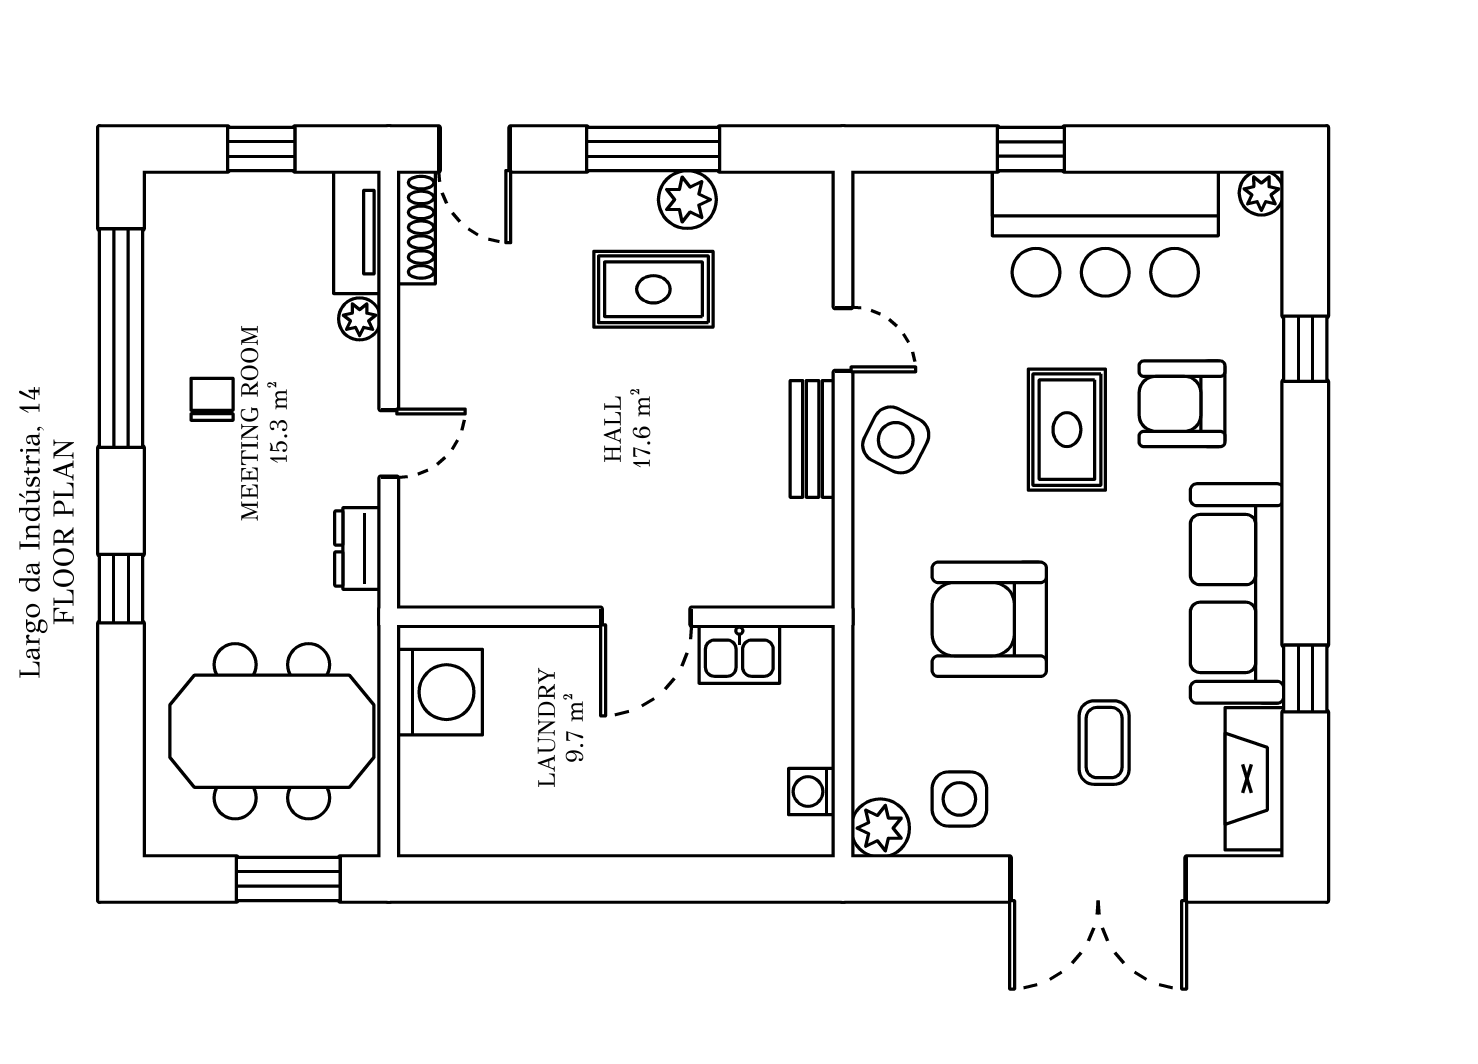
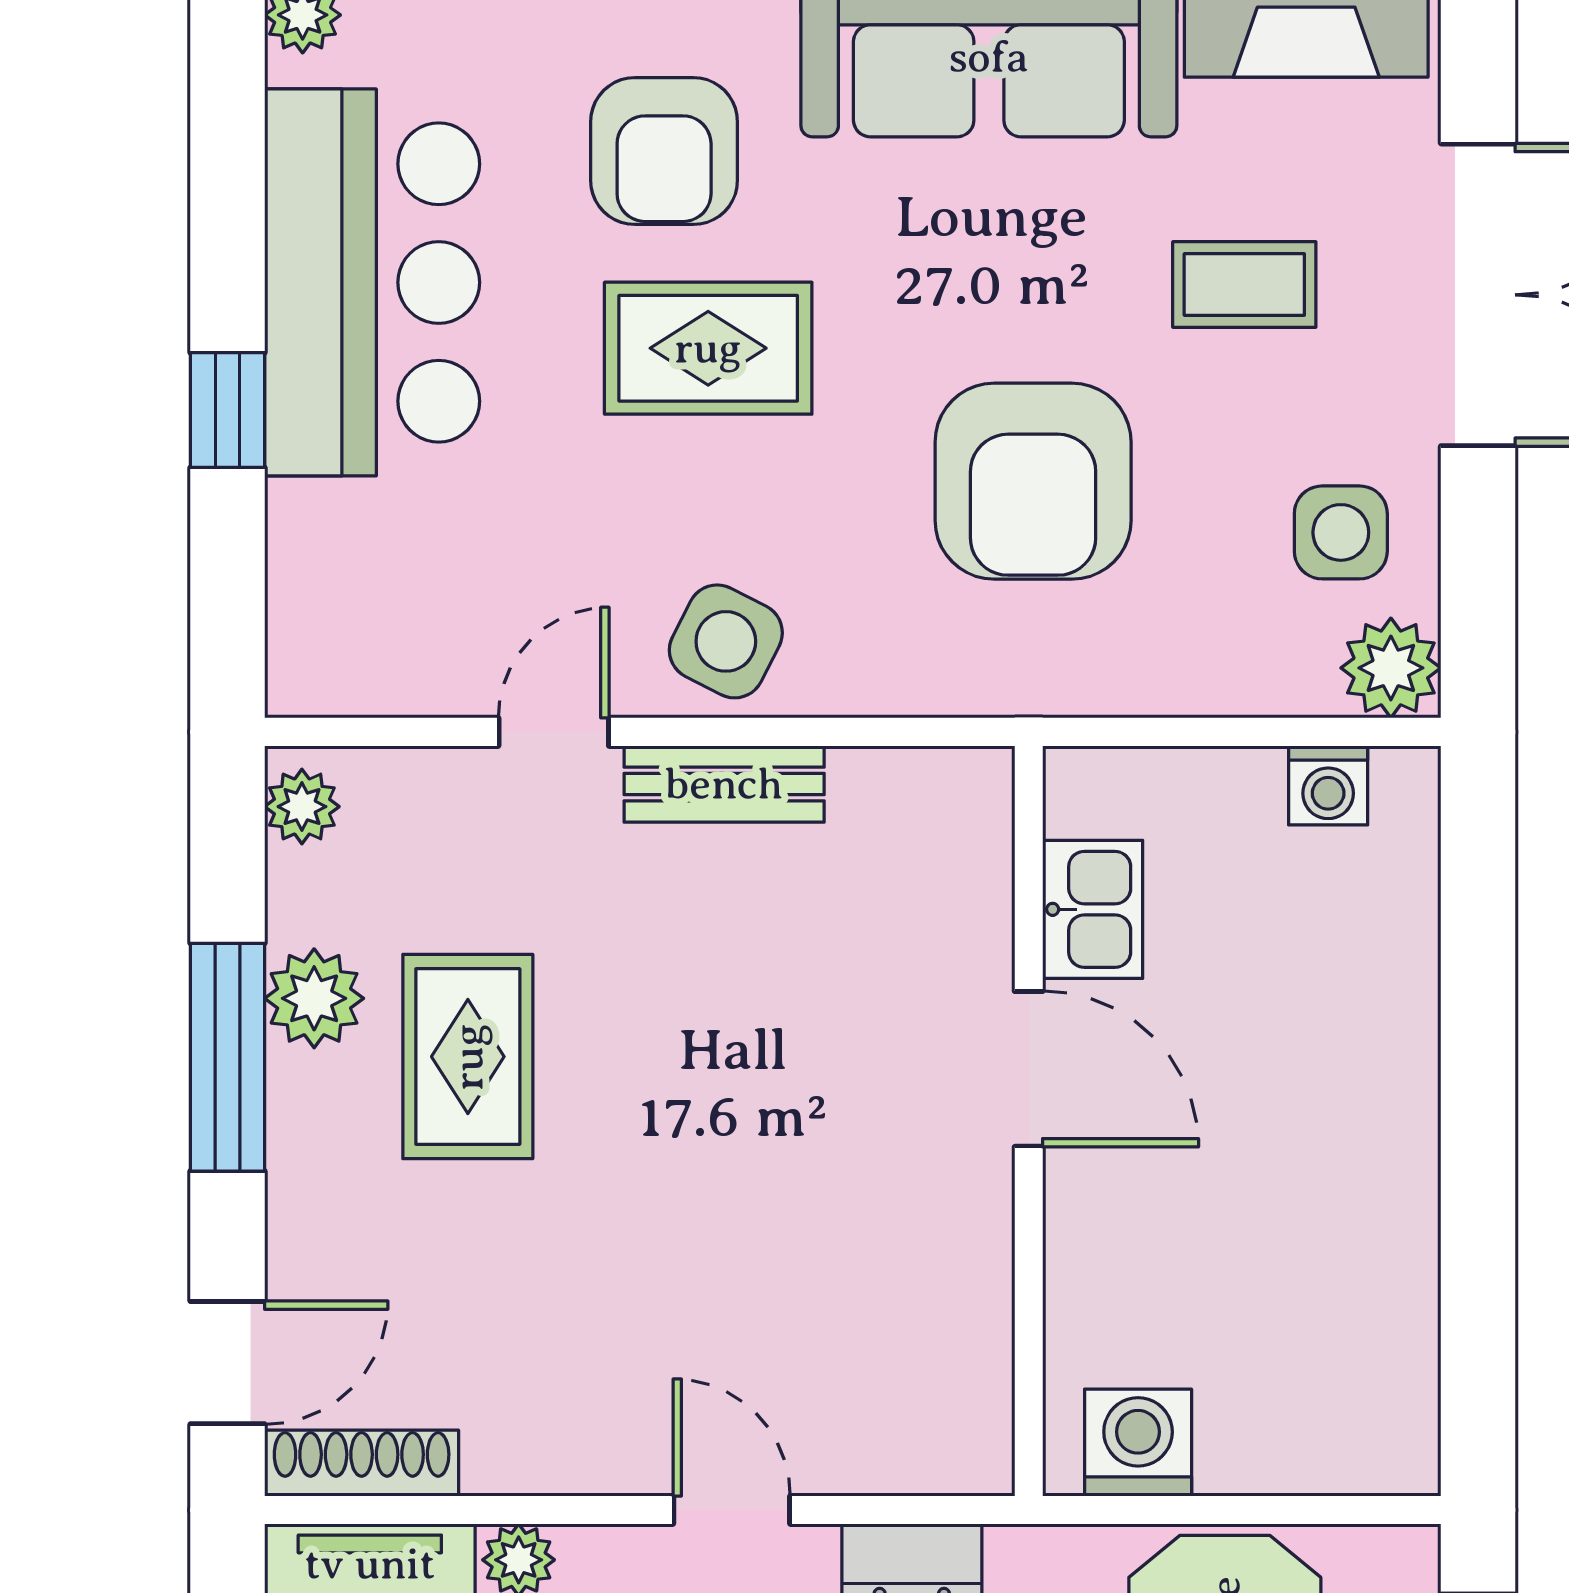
plant: (799, 192) -> (302, 807), added
washing machine: (440, 692) -> (1138, 1443), width x0.73, depth x0.73

